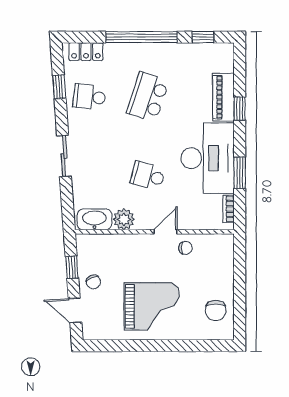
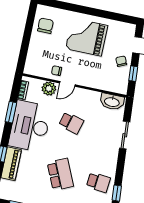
school desk: (148, 97) -> (60, 174), turned -42
sliding door: (64, 156) -> (125, 135), moved
plant: (124, 219) -> (49, 89), moved

